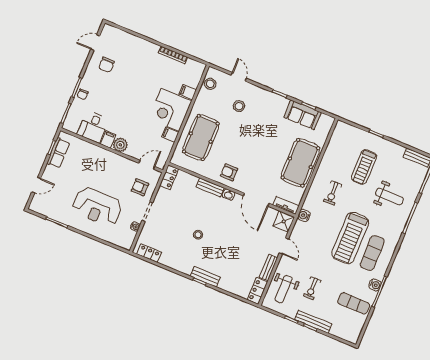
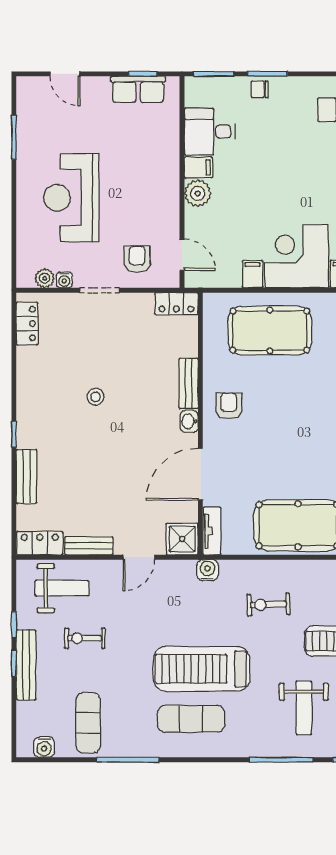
plant: (131, 236) -> (45, 278), added
bench: (205, 277) -> (27, 477), moved
water cooler: (375, 285) -> (44, 747), moved
weight bench: (284, 289) -> (62, 588), turned 180

